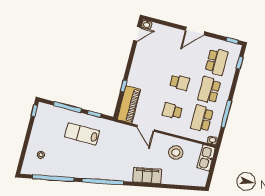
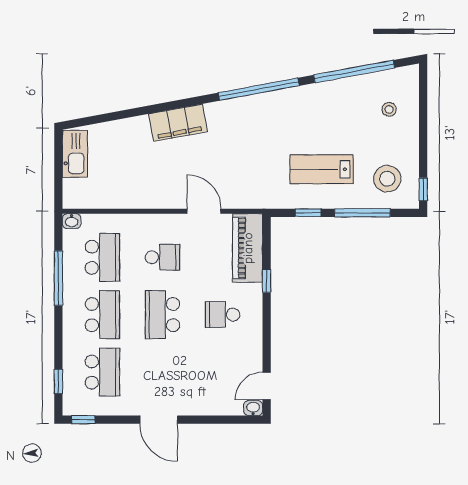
door: (195, 31) -> (159, 420), swing flipped
school desk: (217, 62) -> (102, 372), turned 180
school desk: (150, 75) -> (223, 315), added
school desk: (180, 82) -> (162, 315), width x1.85
lab bench: (82, 134) -> (322, 169), turned 180
stool: (176, 152) -> (387, 179), moved
kitchen sink: (206, 158) -> (75, 154), moved

